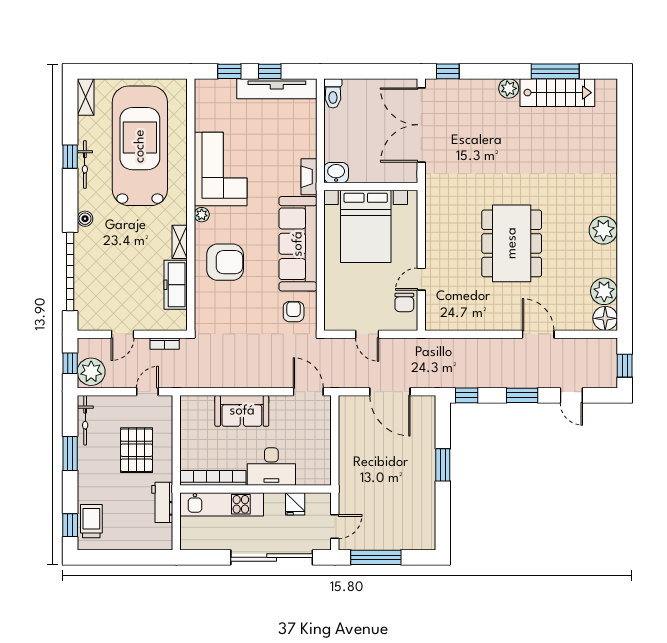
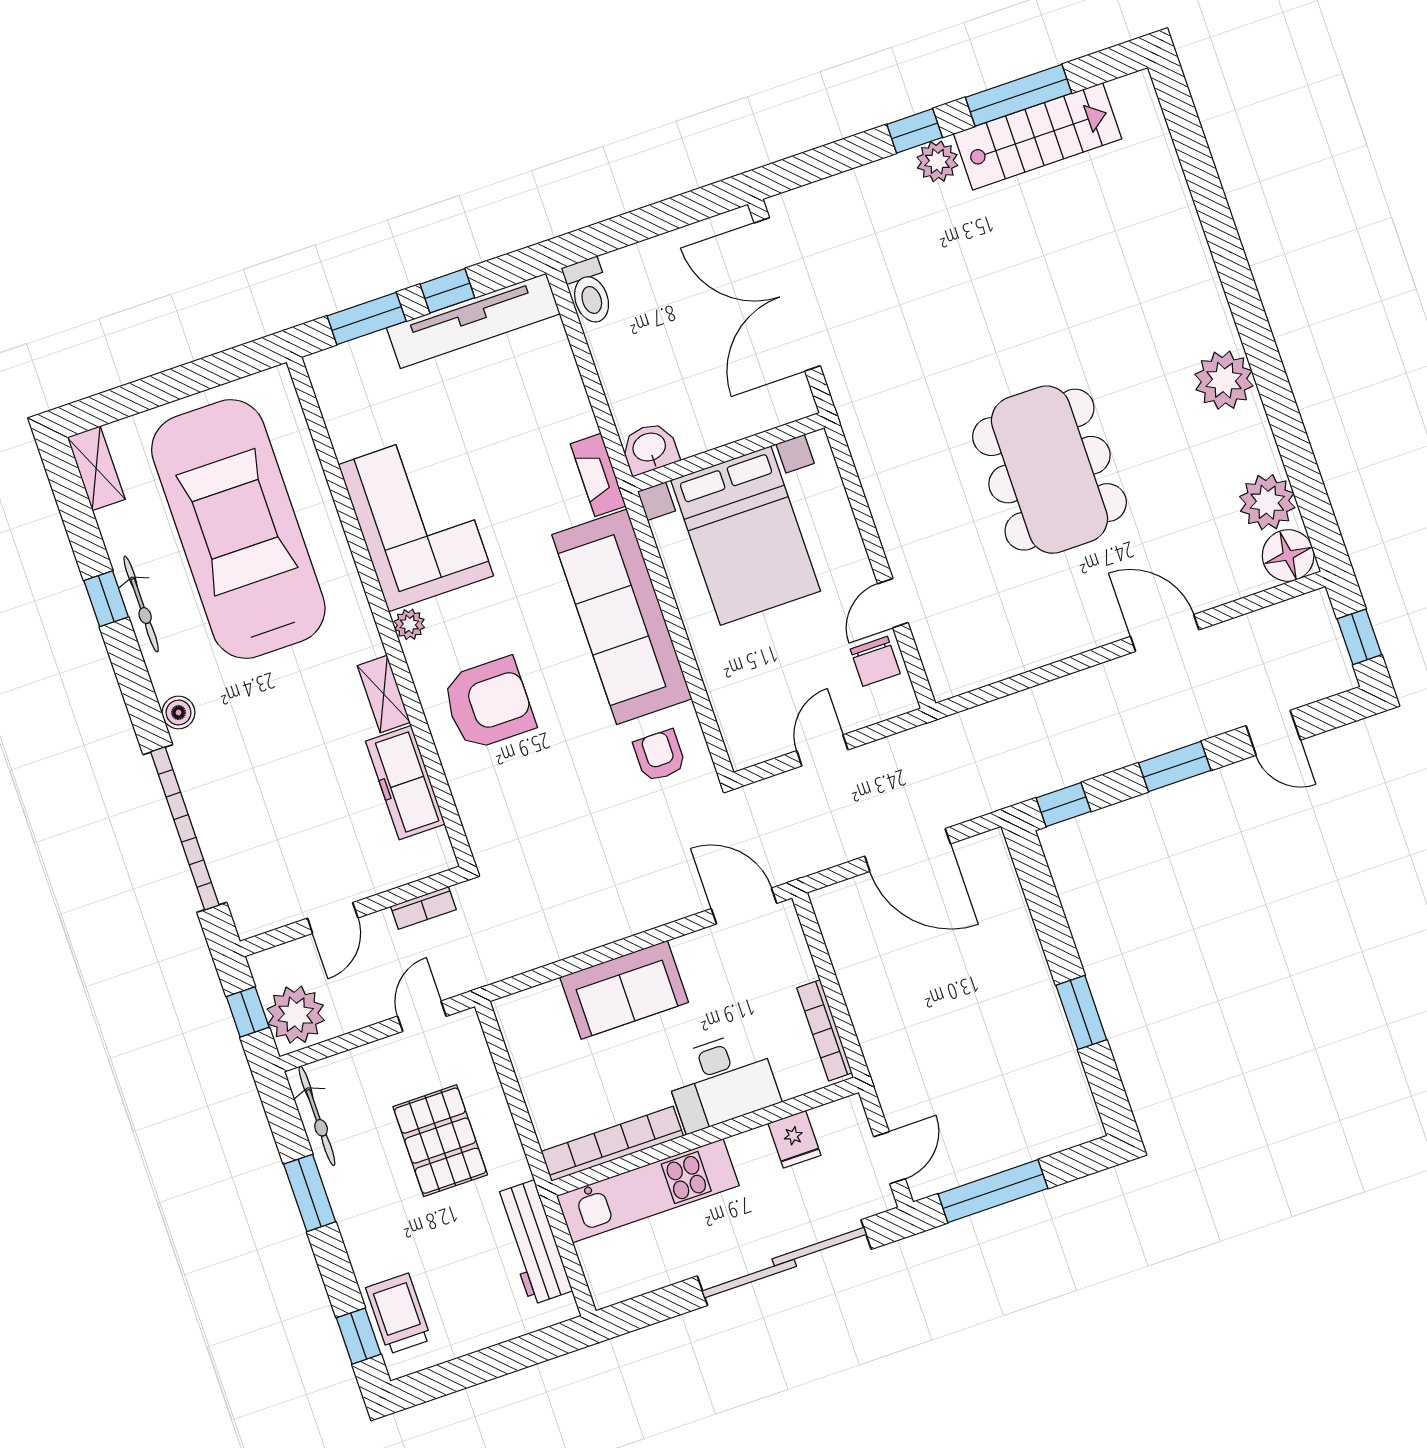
window: (229, 71) -> (367, 318), width x1.50
window: (448, 71) -> (915, 131), moved
door: (367, 334) -> (822, 750), swing flipped
bookcase: (325, 460) -> (825, 1030), added
window: (443, 465) -> (1081, 1012), moved
workbench: (162, 502) -> (533, 1242), width x1.37

